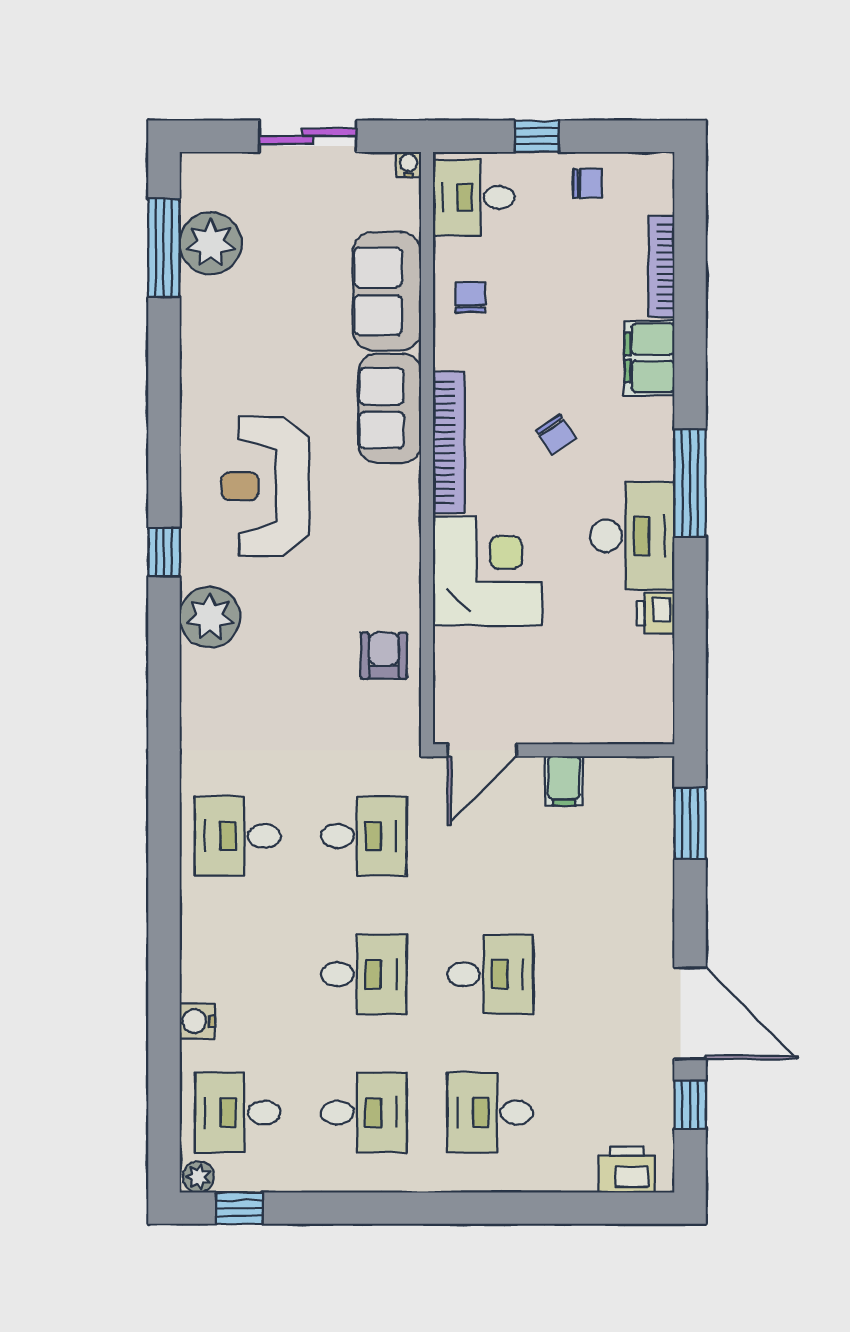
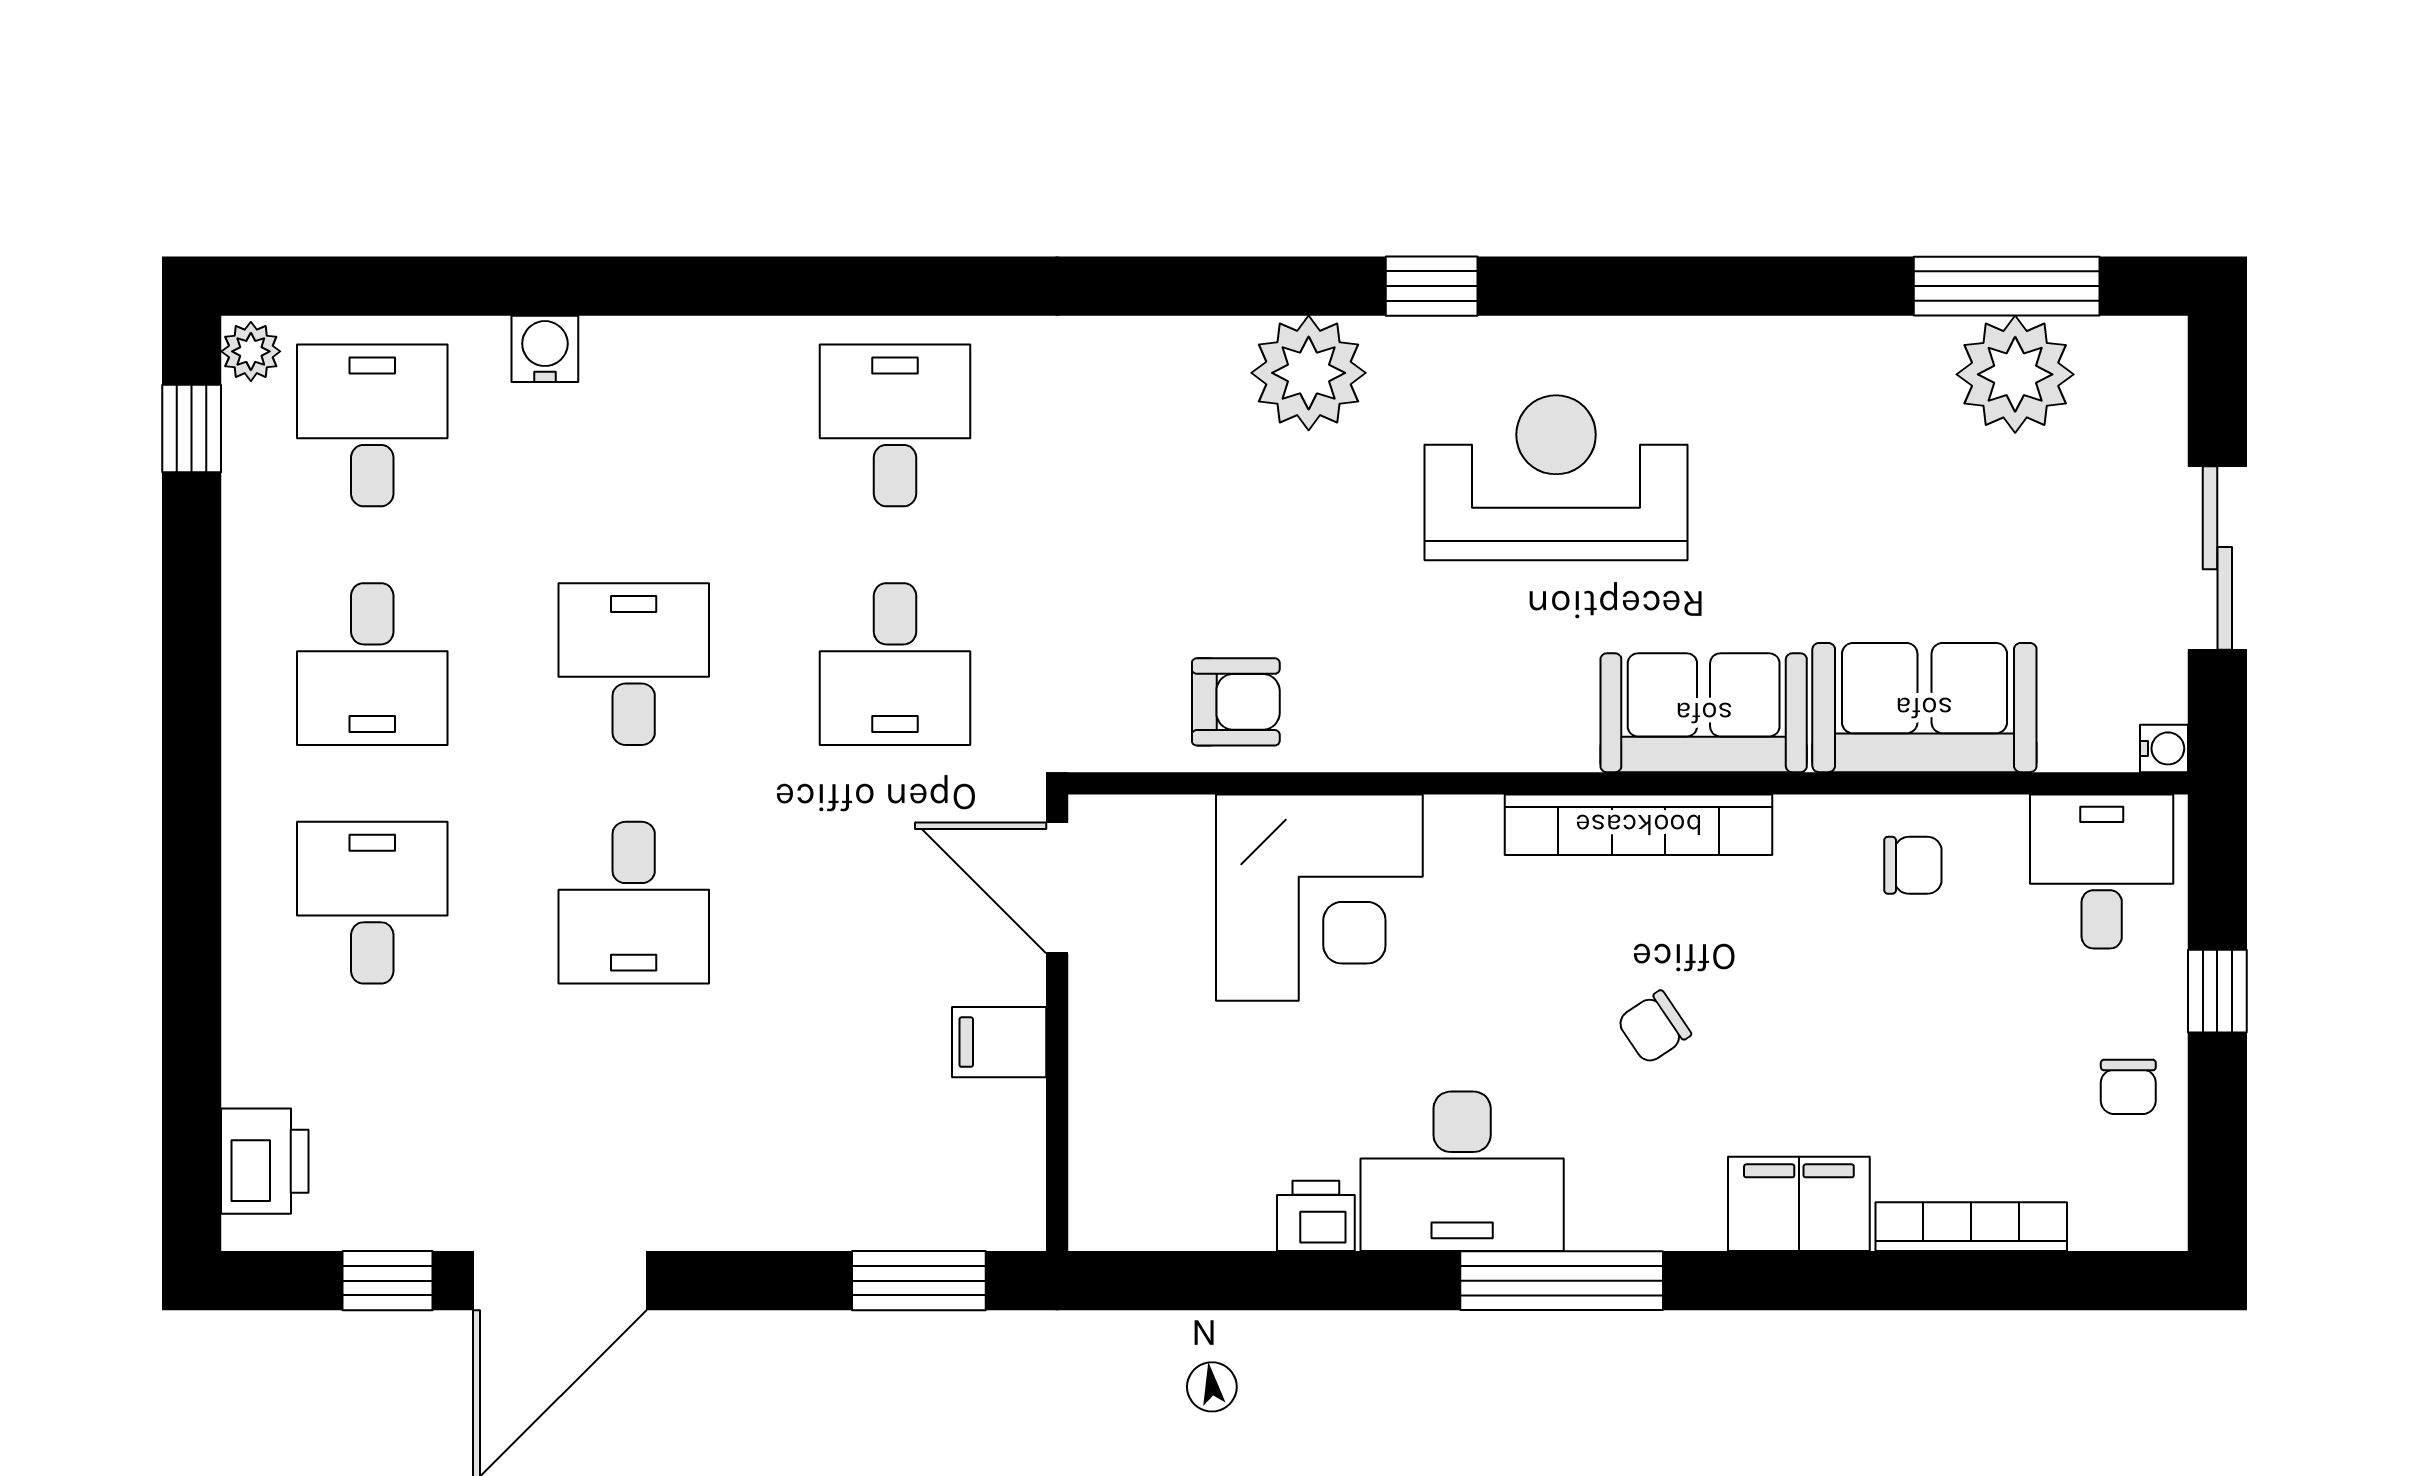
corner desk: (487, 571) -> (1319, 898), moved
desk: (364, 974) -> (634, 664), turned 180

